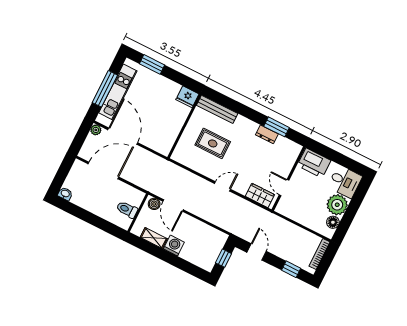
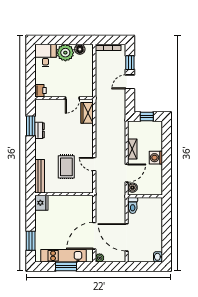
window: (105, 89) -> (66, 266), width x0.69
printer: (314, 163) -> (41, 90), width x0.53, depth x0.68
door: (222, 186) -> (94, 164), moved
toilet: (127, 209) -> (133, 206), moved
shelving: (154, 238) -> (132, 149), moved
door: (257, 252) -> (130, 82), moved

